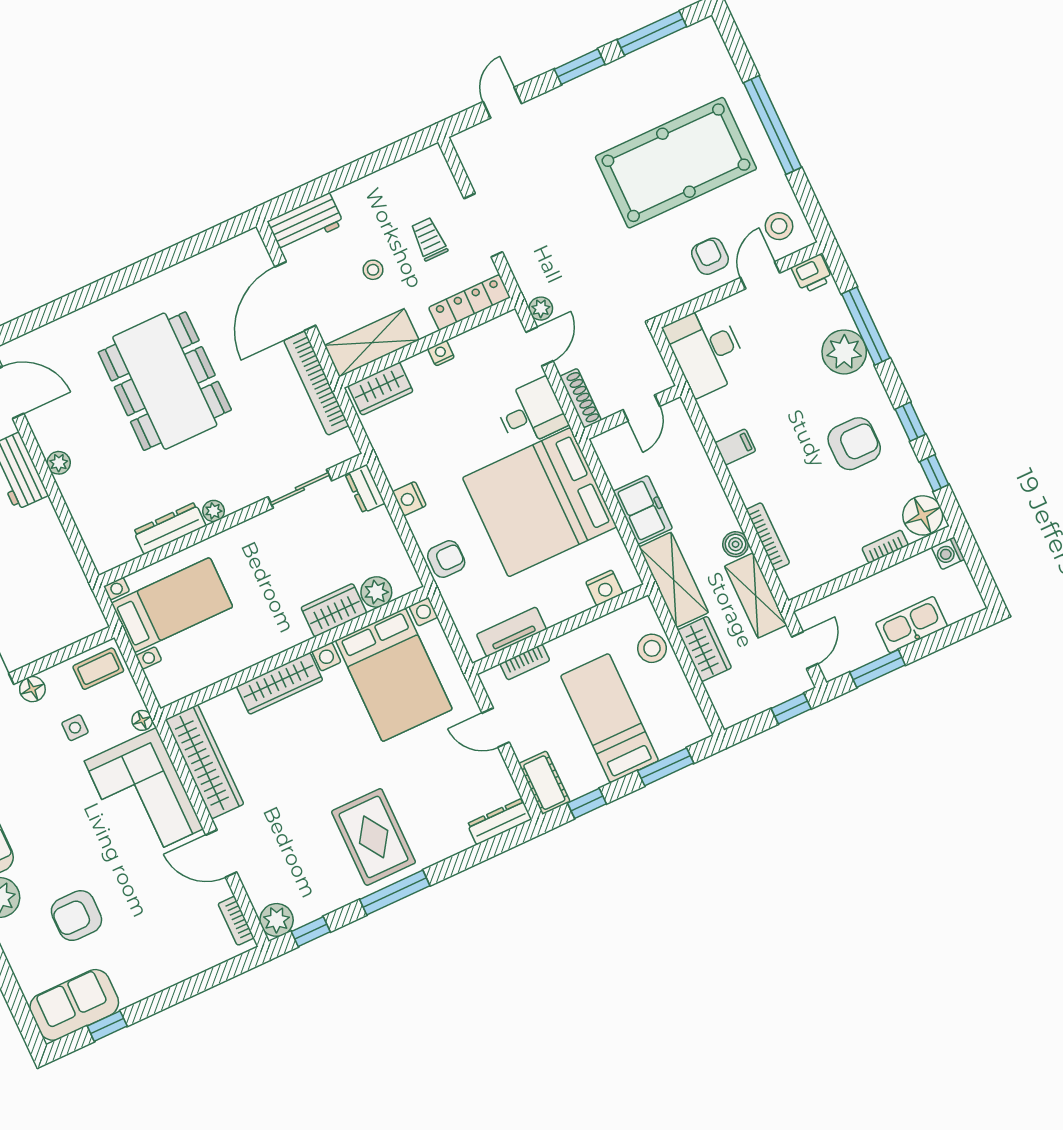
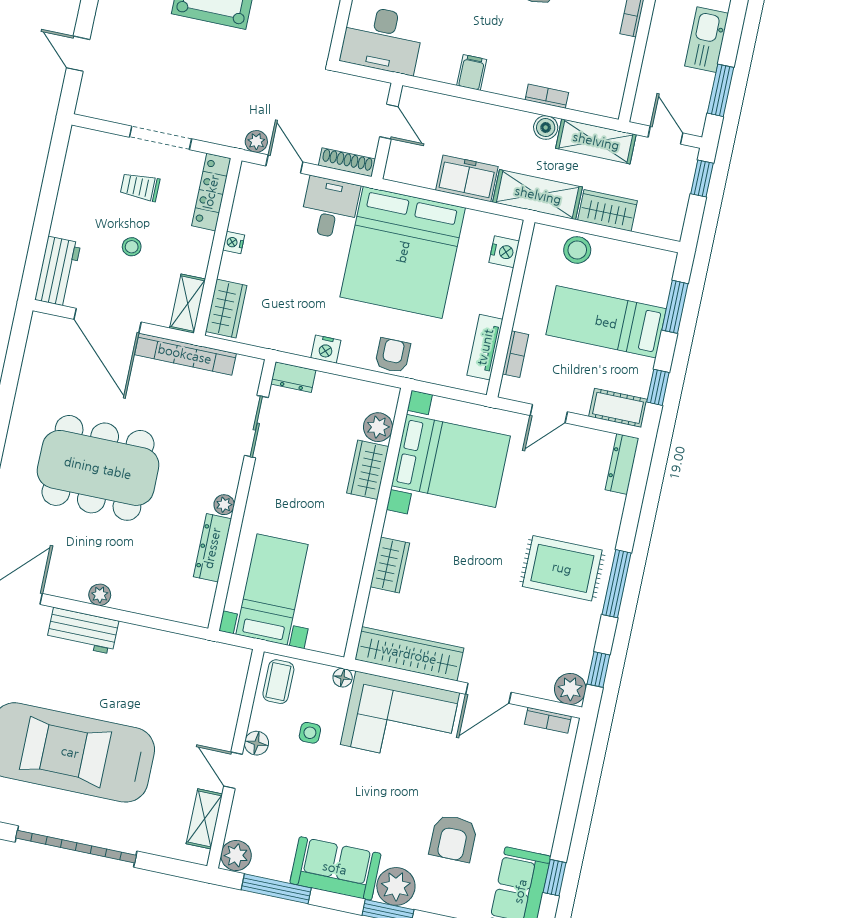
shelving: (372, 343) -> (188, 304), width x0.67, depth x0.75
bookcase: (768, 536) -> (547, 96), width x0.64
wardrobe: (280, 683) -> (390, 565), width x0.67

